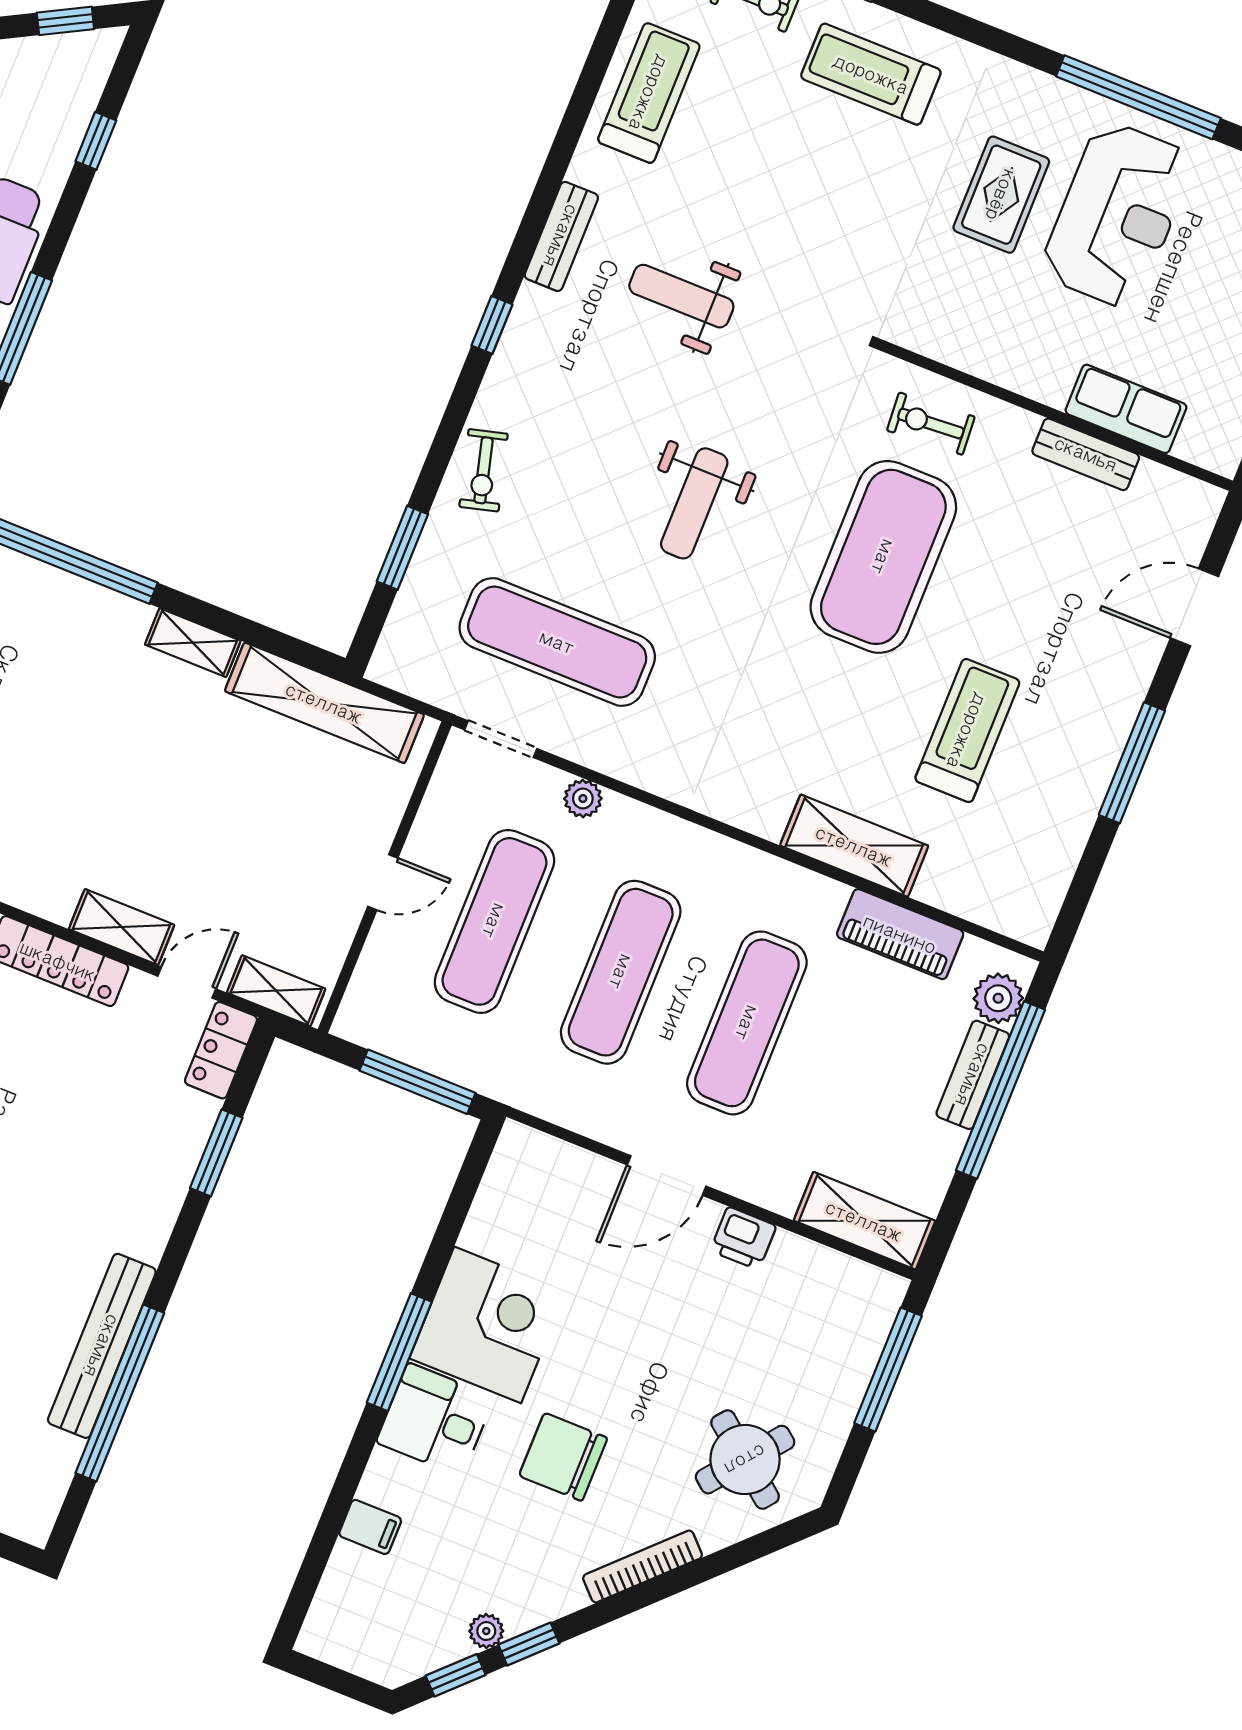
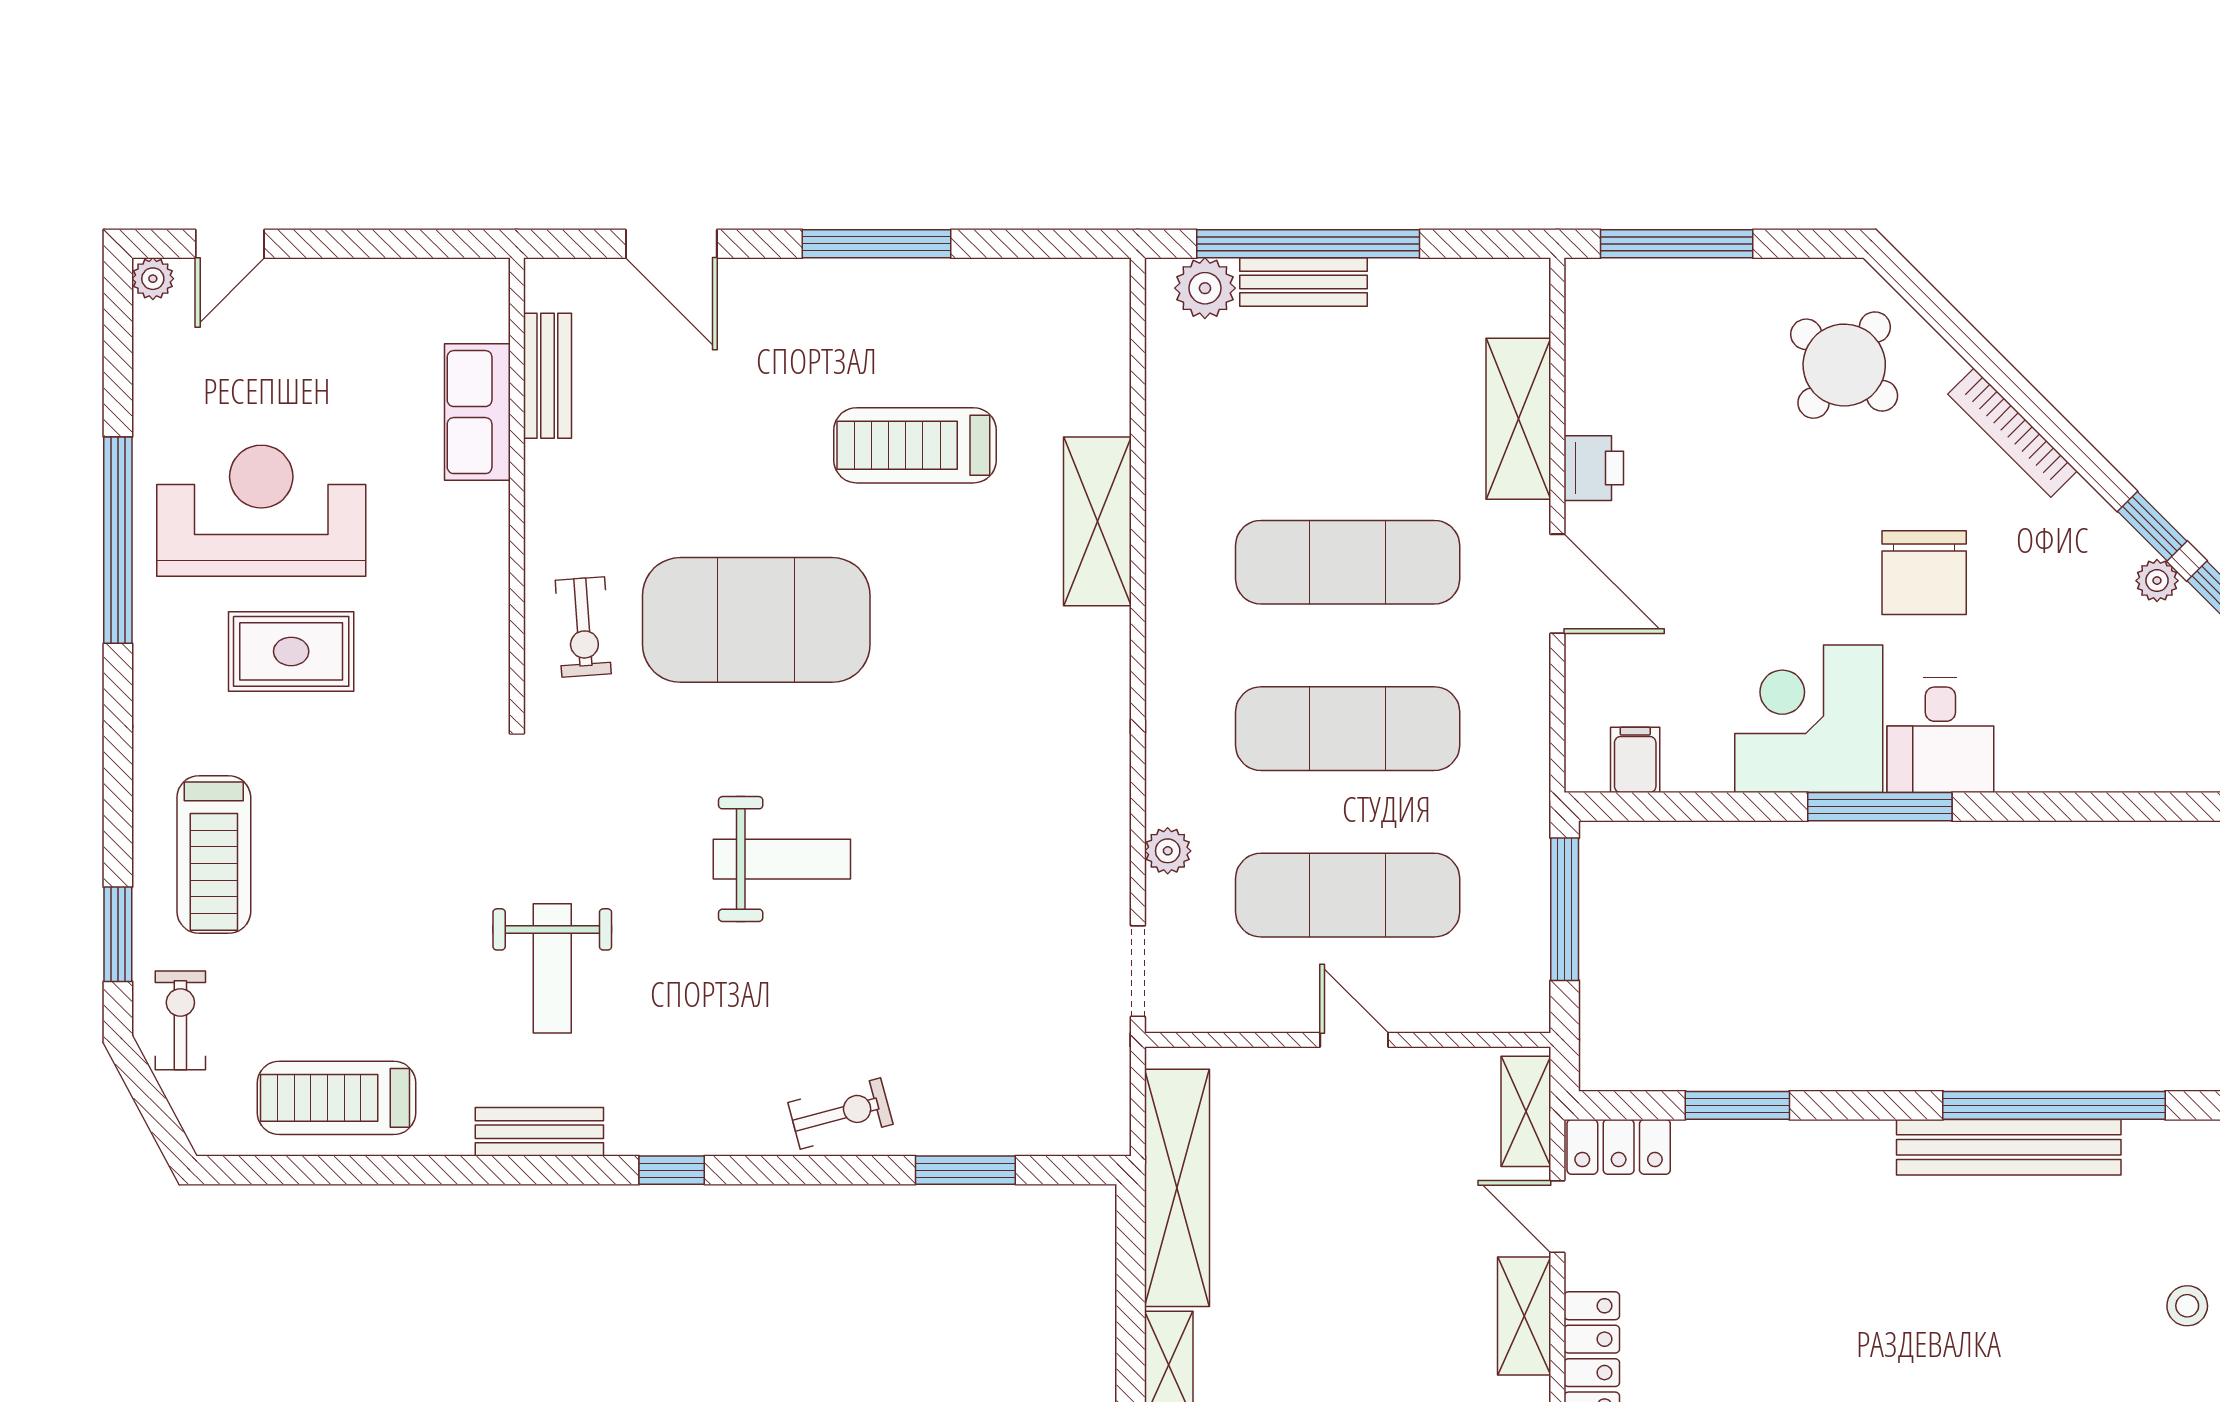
bench: (1086, 454) -> (547, 376), moved
exercise mat: (557, 642) -> (1002, 951), removed
piano: (900, 934) -> (1177, 429), removed
shelving: (864, 1221) -> (1518, 419), moved
filing cabinet: (370, 1527) -> (1635, 760), moved

